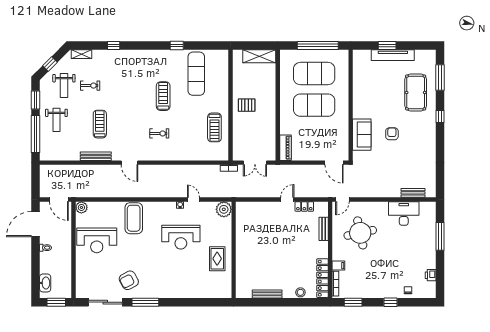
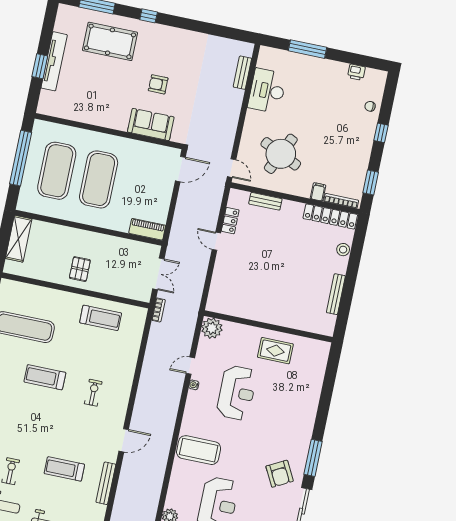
round table: (360, 233) -> (281, 154), turned 37

